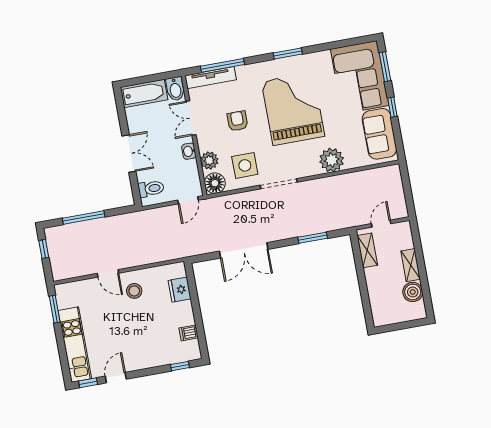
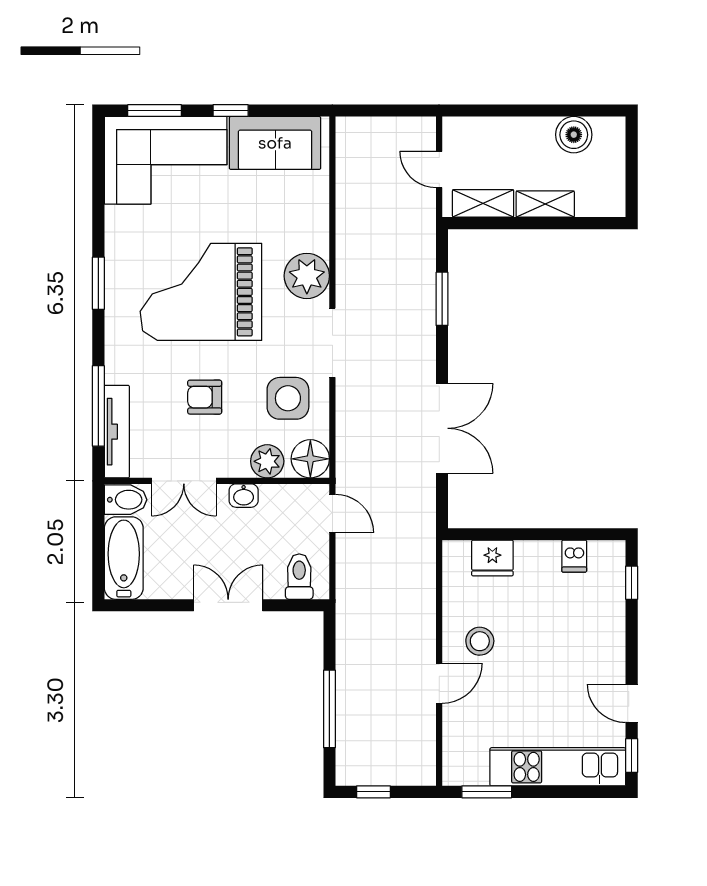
plant: (332, 160) -> (307, 276), moved
shelving: (411, 265) -> (545, 204), moved

